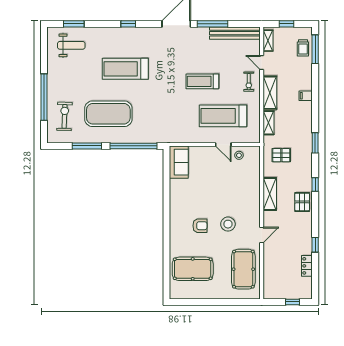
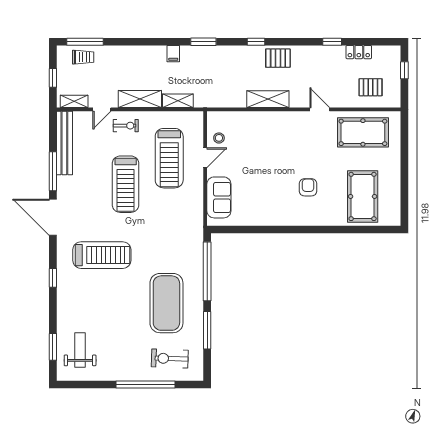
treadmill: (125, 69) -> (102, 255), moved, turned -90
treadmill: (202, 81) -> (126, 184), width x1.37, depth x1.38
filing cabinet: (306, 96) -> (173, 54), moved
pallet: (281, 155) -> (371, 87), moved, turned 90
sofa: (179, 162) -> (219, 197), moved, turned 90
stool: (228, 224) -> (306, 152), removed

